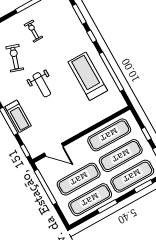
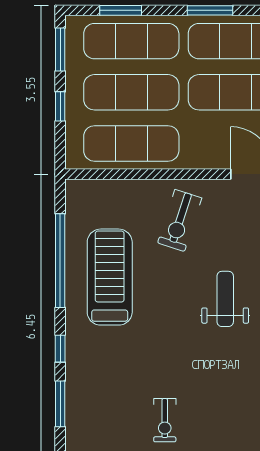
exercise bike: (15, 58) -> (180, 220), moved
treadmill: (88, 76) -> (110, 277), turned 180
weight bench: (42, 85) -> (225, 299), moved

